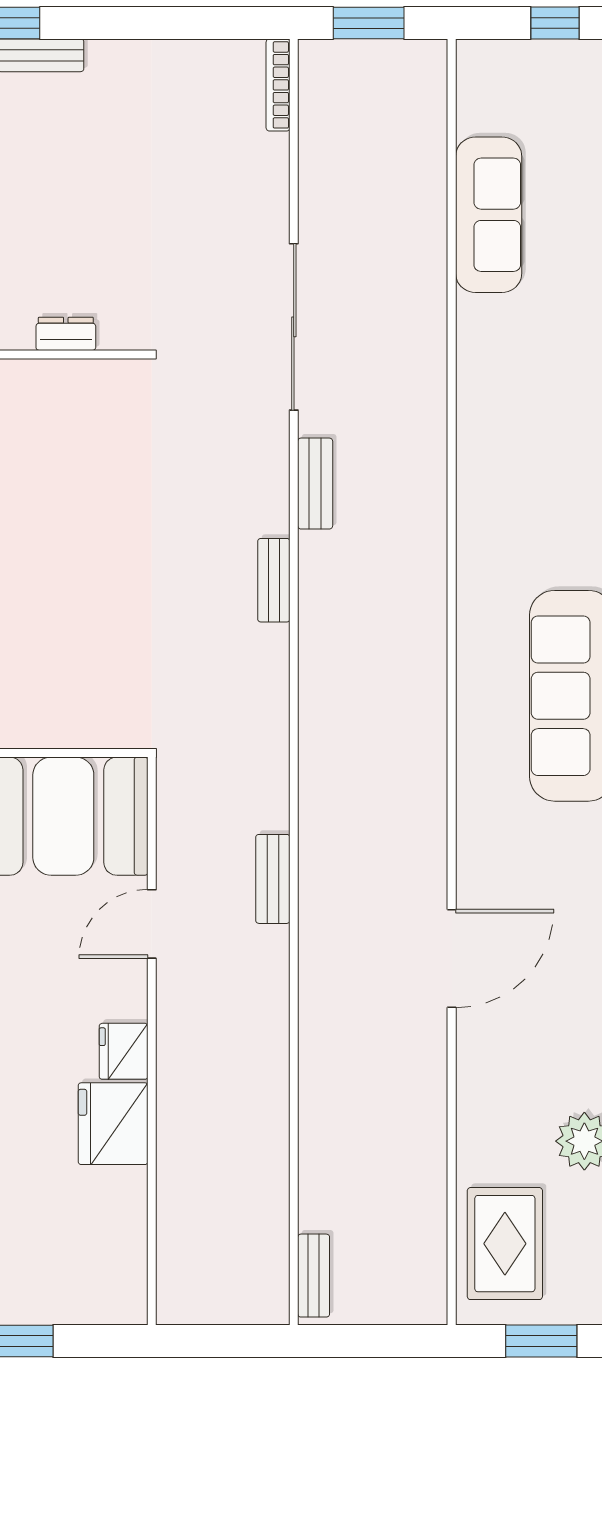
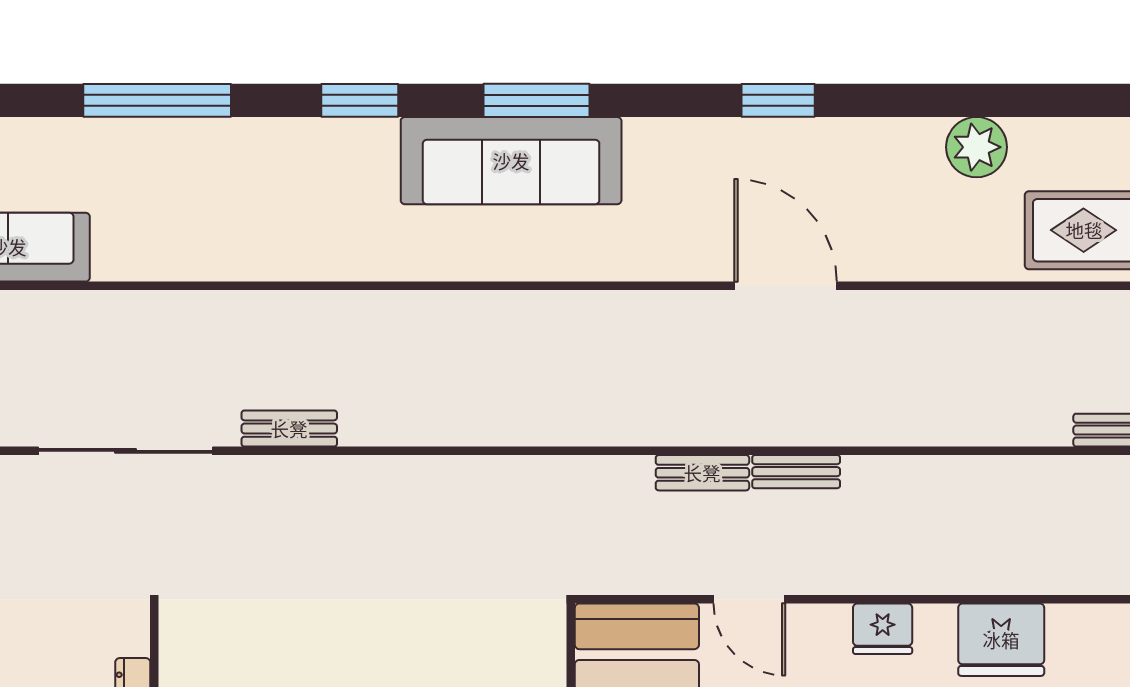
bench: (274, 580) -> (796, 472), moved
fridge: (113, 1124) -> (1001, 640), moved

